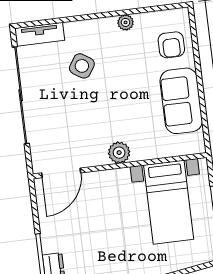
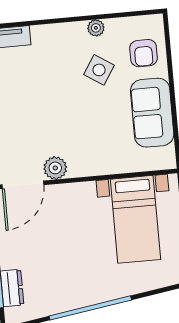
side table: (82, 66) -> (99, 70), moved
plant: (119, 153) -> (55, 168), moved

